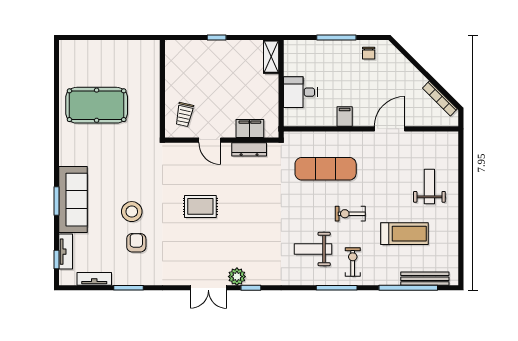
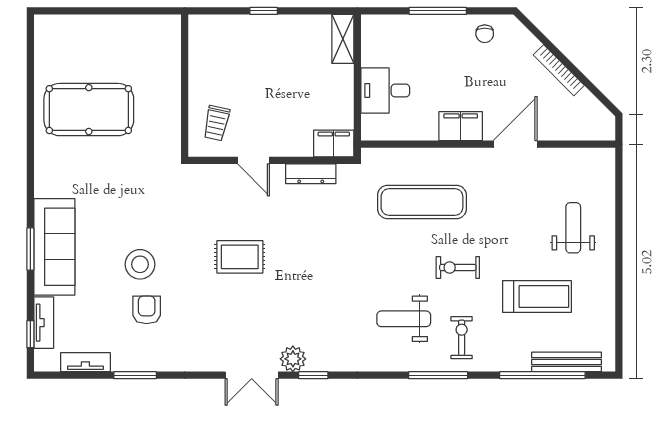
bookcase: (440, 98) -> (559, 70), moved
filing cabinet: (345, 117) -> (461, 126), width x2.00
filing cabinet: (250, 129) -> (334, 143), moved

